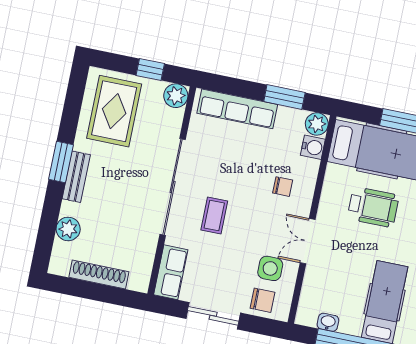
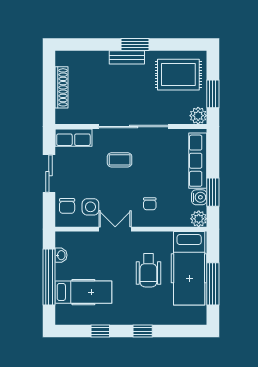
window: (150, 69) -> (213, 94), width x1.50
water cooler: (313, 147) -> (199, 197), moved, turned -90
plant: (68, 229) -> (89, 59), removed

